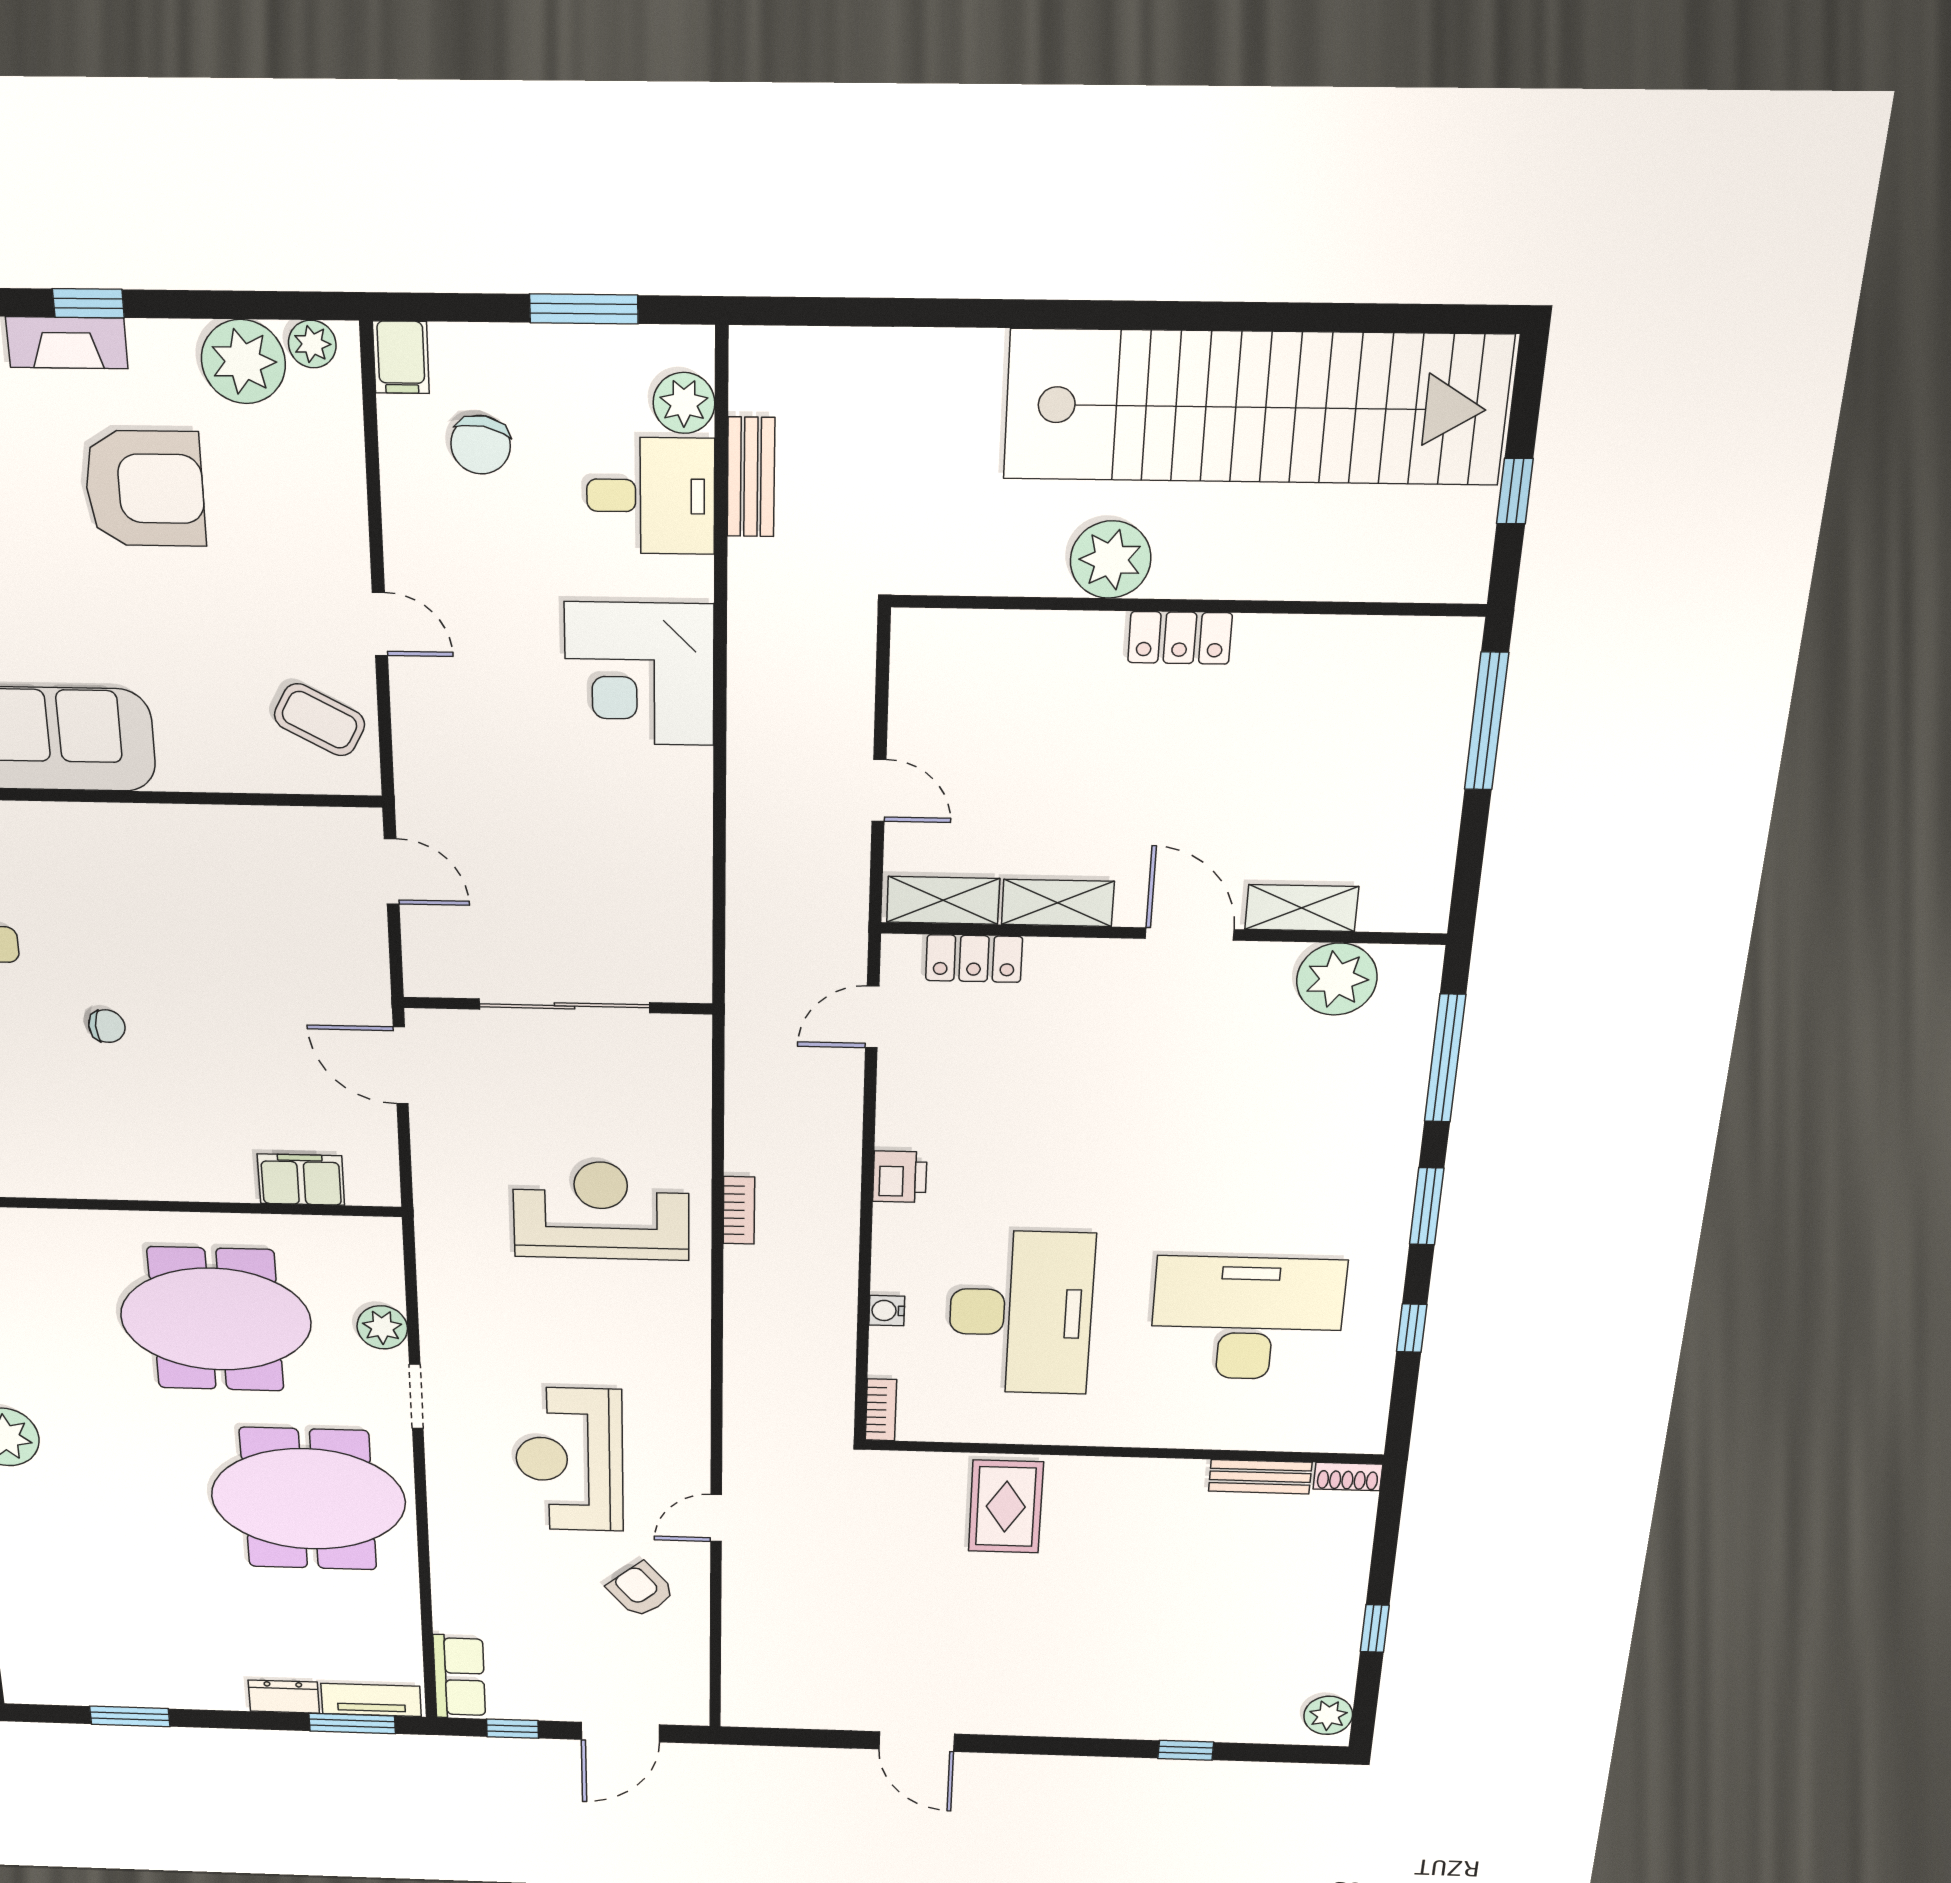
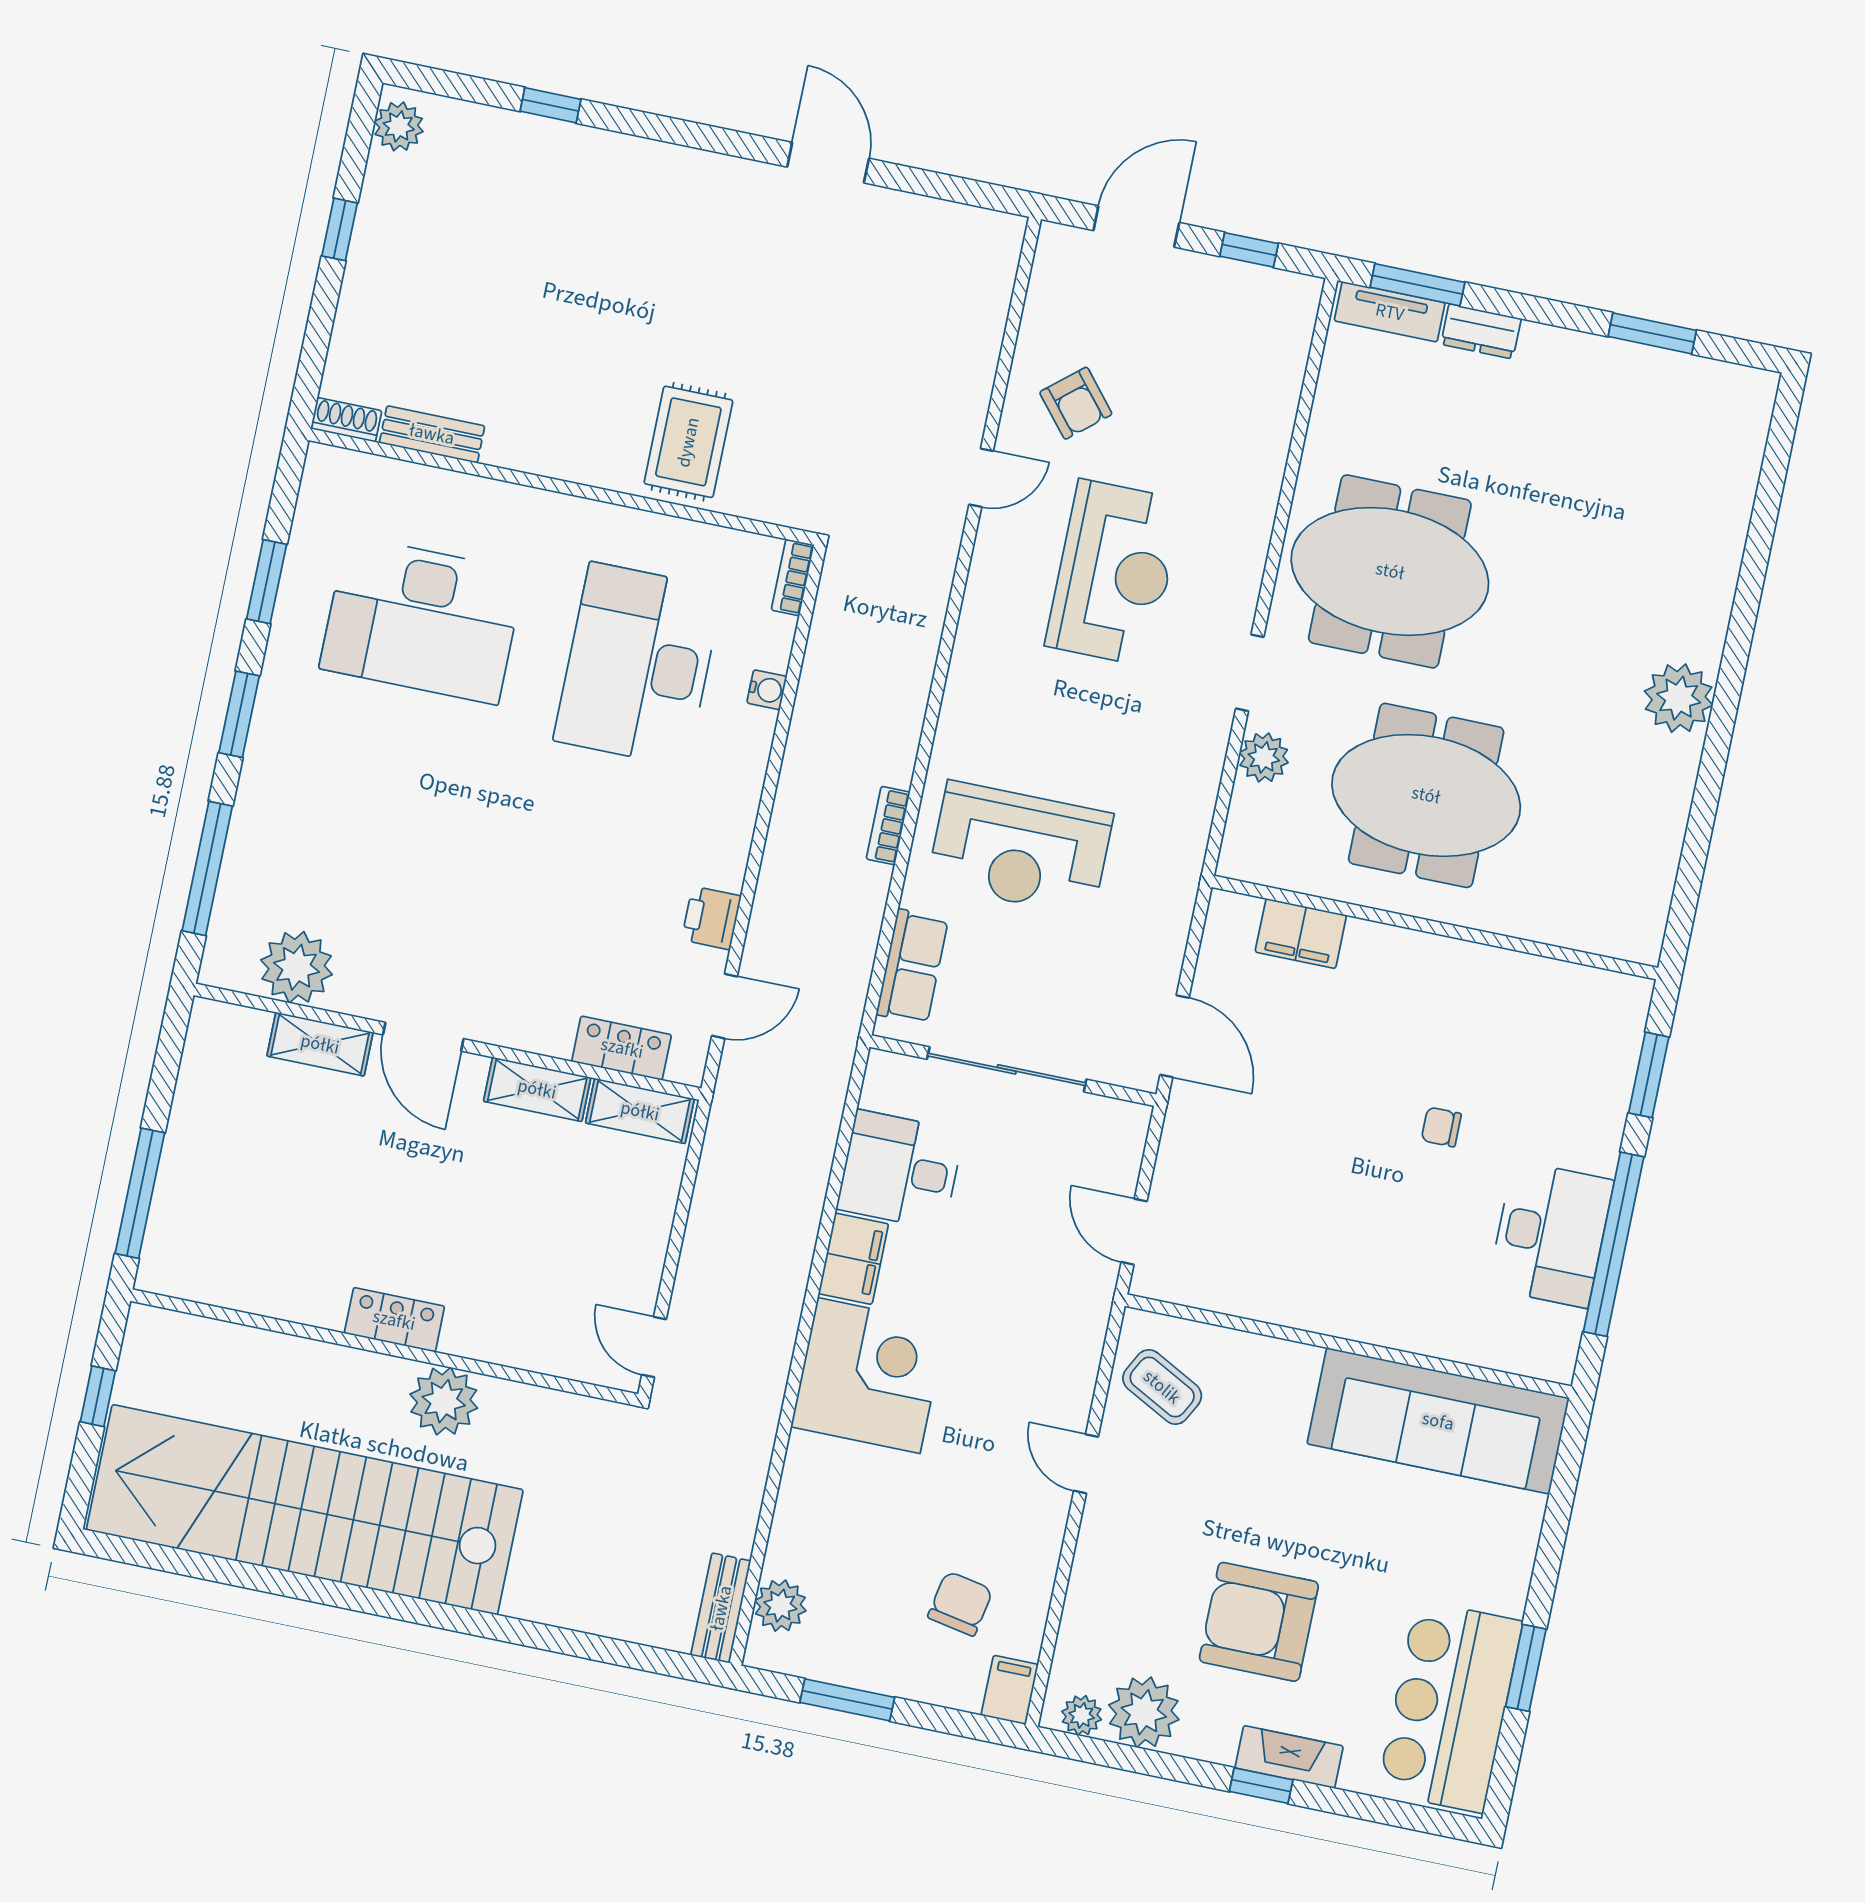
bench: (751, 477) -> (721, 1608), moved
desk: (651, 496) -> (900, 1170), moved
door: (879, 790) -> (654, 1347), moved
filing cabinet: (683, 792) -> (853, 1259), added
printer: (900, 1177) -> (711, 918), moved
window: (1412, 1328) -> (267, 582), width x1.50
row of seats: (459, 1677) -> (912, 967), moved, turned 180

